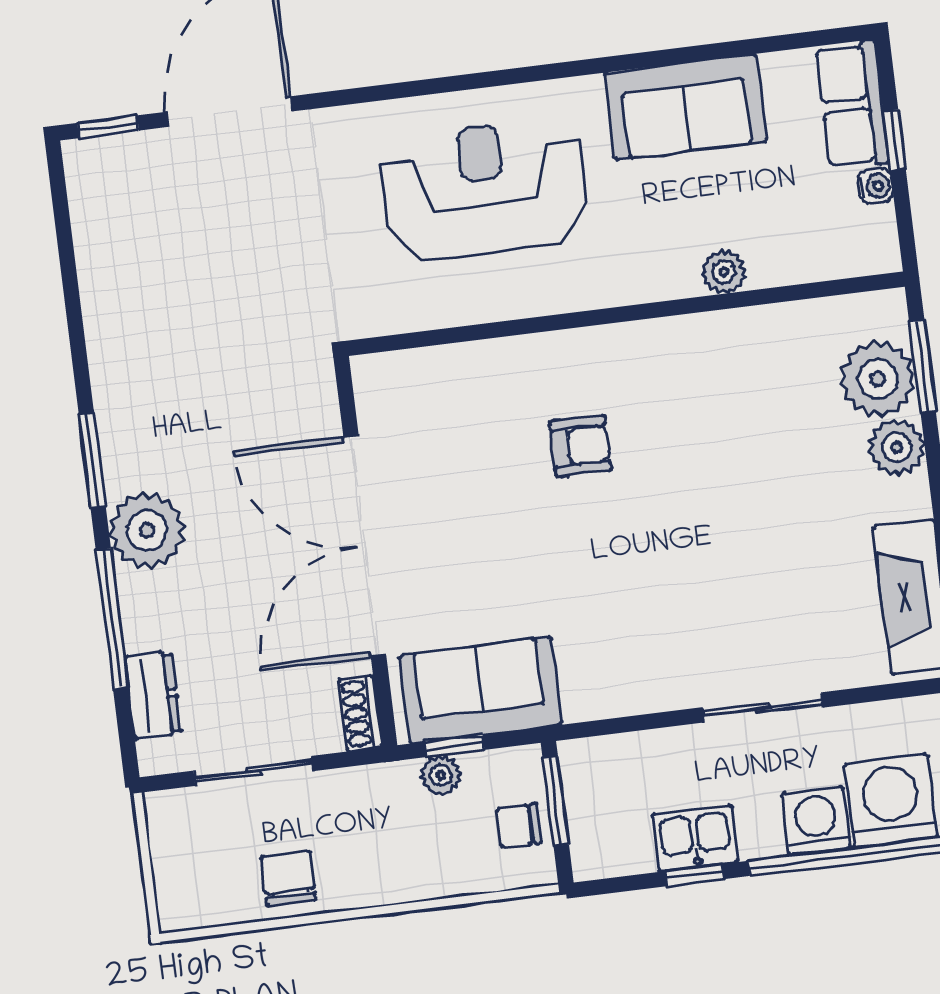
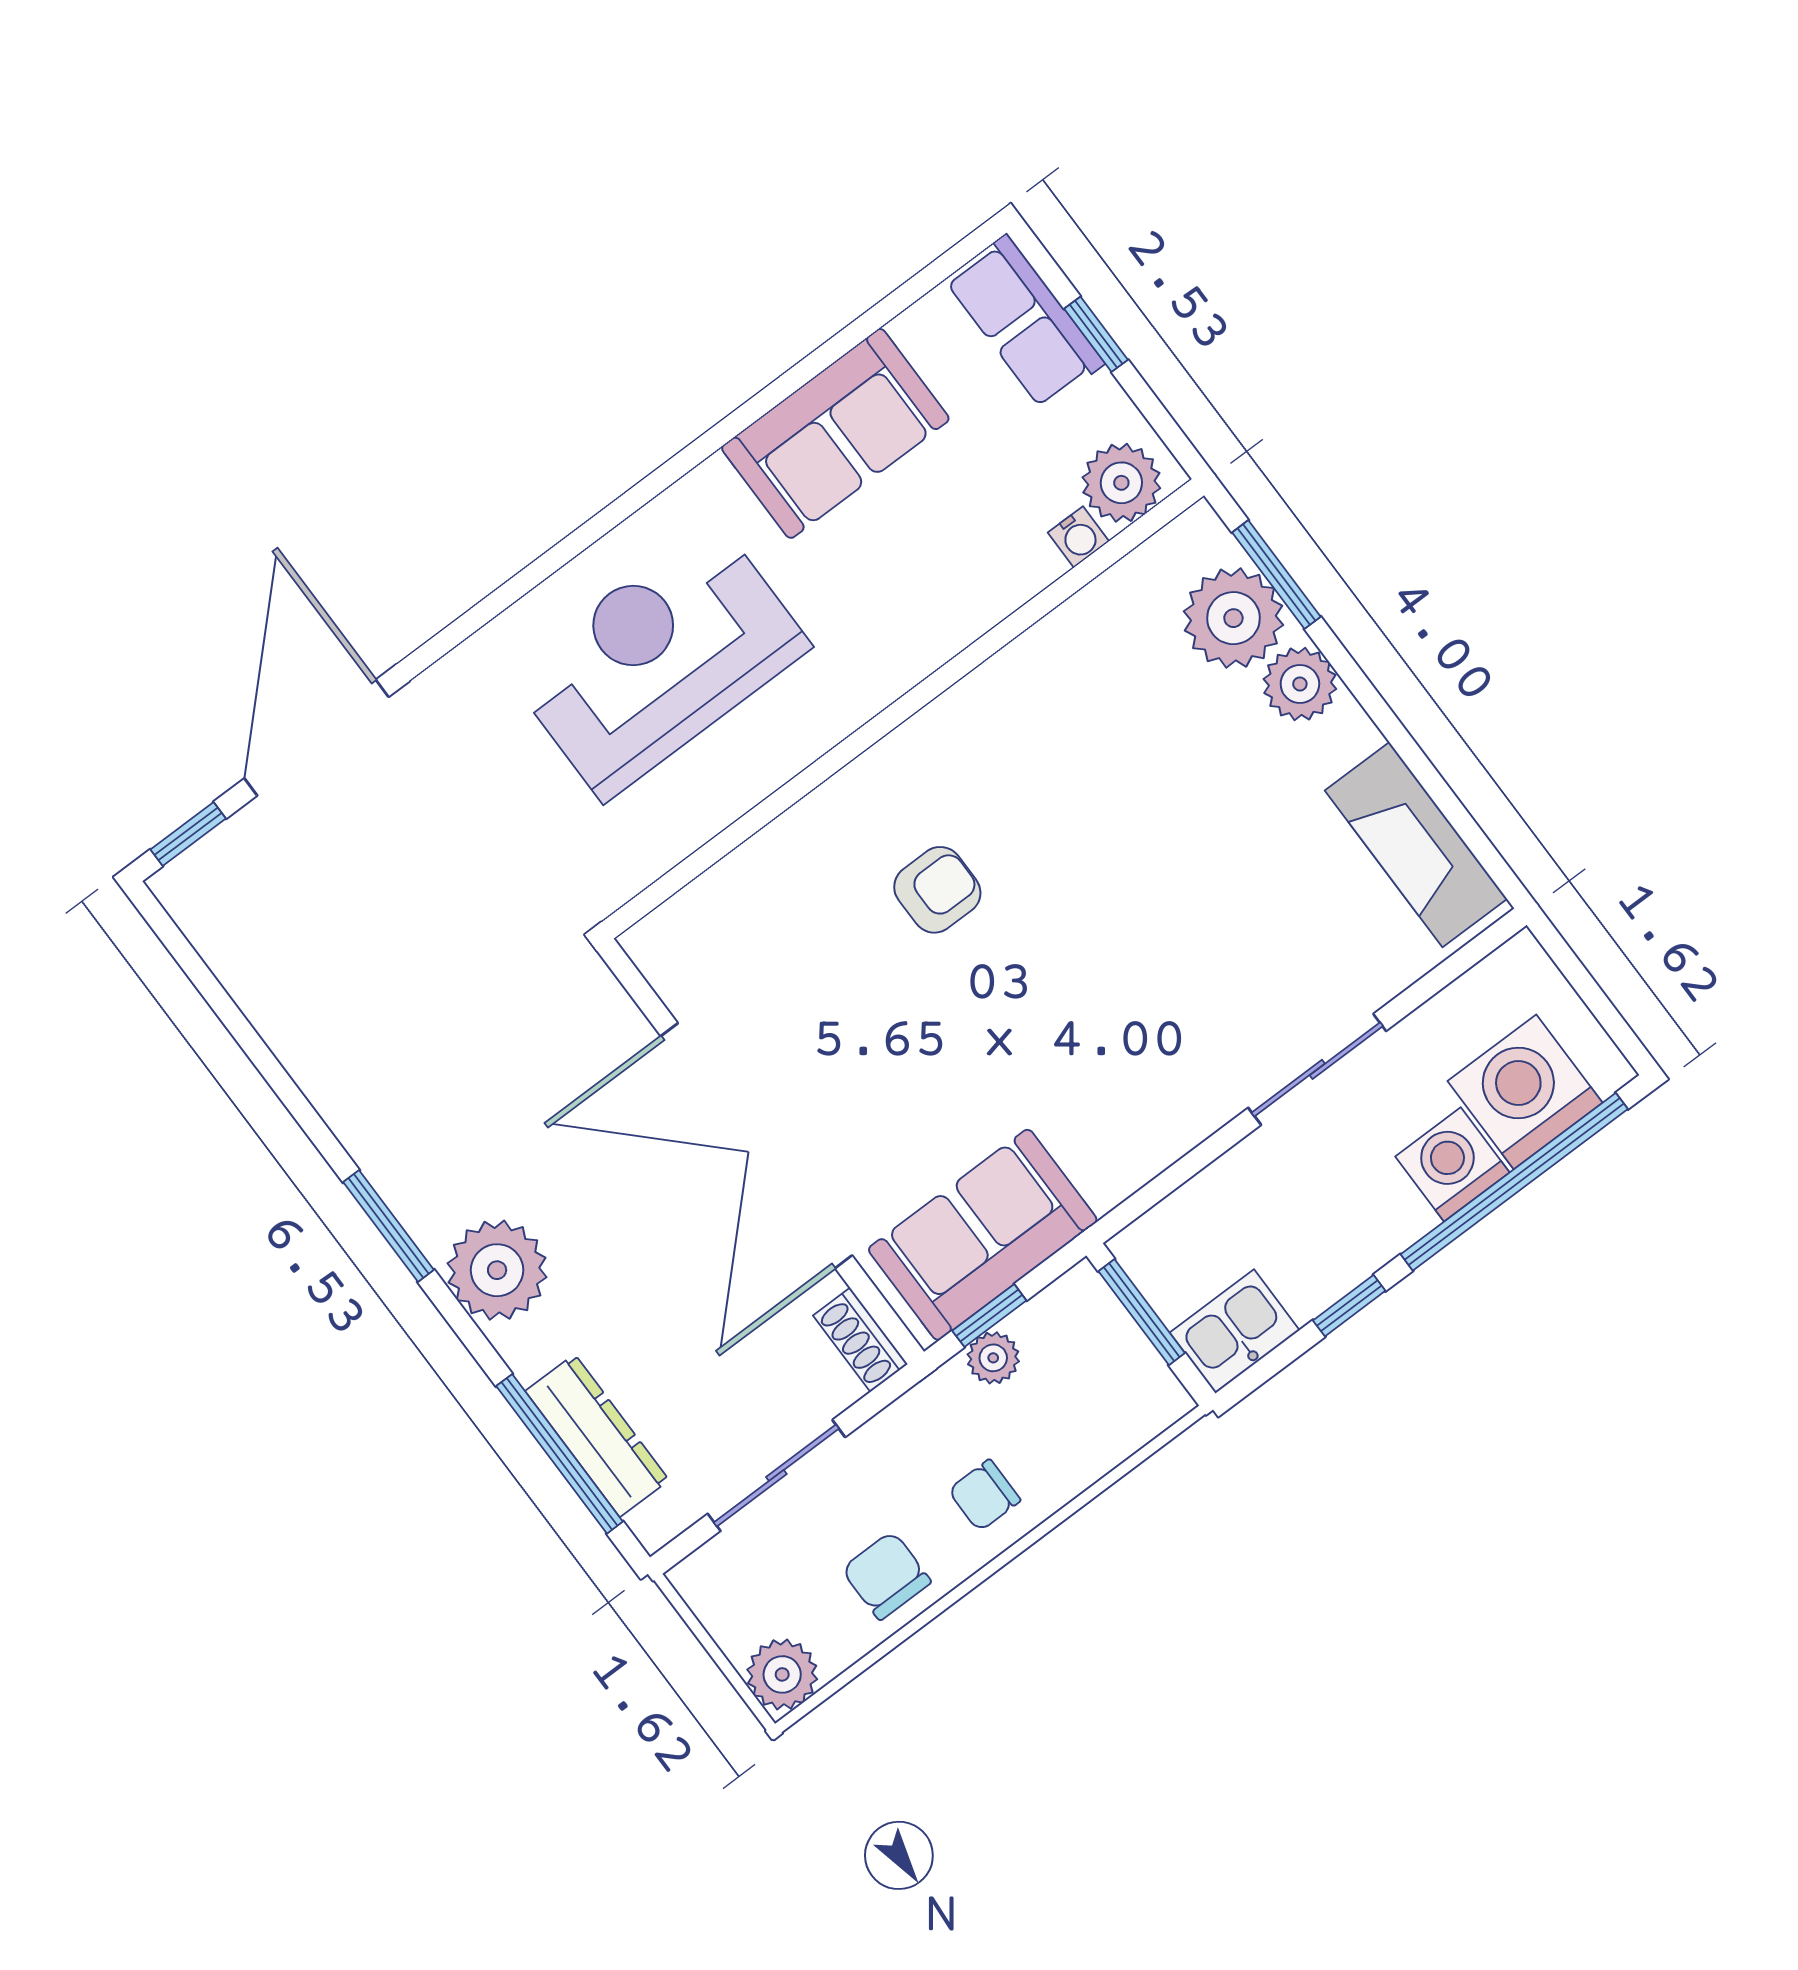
water cooler: (875, 186) -> (1078, 537), moved, turned 90
plant: (724, 272) -> (1121, 483), moved, width x1.38, depth x1.38
window: (112, 619) -> (560, 1454), moved
dresser: (153, 695) -> (597, 1436), width x1.44
chair: (519, 826) -> (984, 1495), moved
kitchen sink: (695, 838) -> (1235, 1331), moved
plant: (182, 904) -> (782, 1674), added

